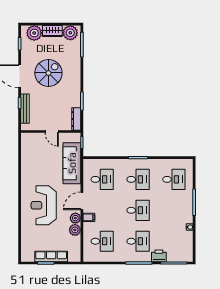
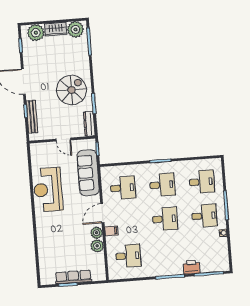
spiral stairs: (48, 73) -> (71, 90), moved
reception desk: (44, 205) -> (48, 190), moved
desk: (138, 241) -> (204, 216), moved

